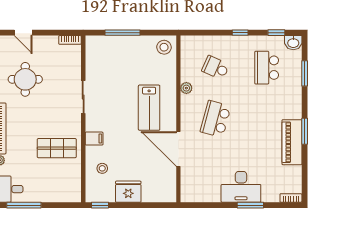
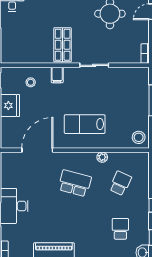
school desk: (267, 68) -> (120, 229), width x0.54
shop shelf: (57, 148) -> (63, 45), moved
door: (178, 149) -> (37, 150), moved

